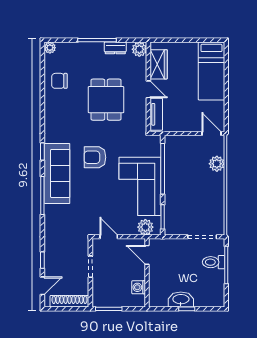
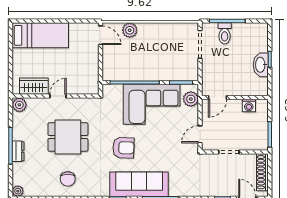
dresser: (115, 48) -> (18, 151), moved
chair: (59, 81) -> (68, 179), moved
tv unit: (156, 114) -> (82, 89), removed
door: (212, 133) -> (101, 35), swing flipped
armchair: (95, 157) -> (123, 148), turned -88

